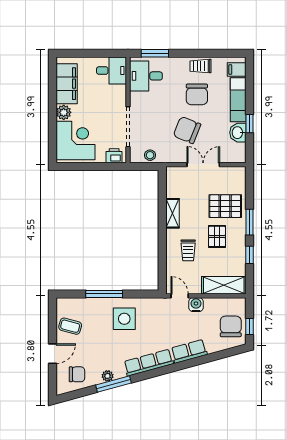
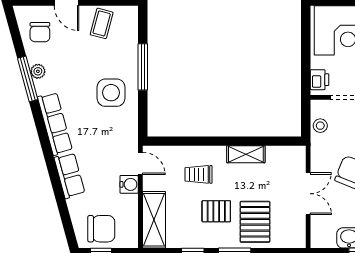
door: (180, 296) -> (140, 163), hinge flipped

